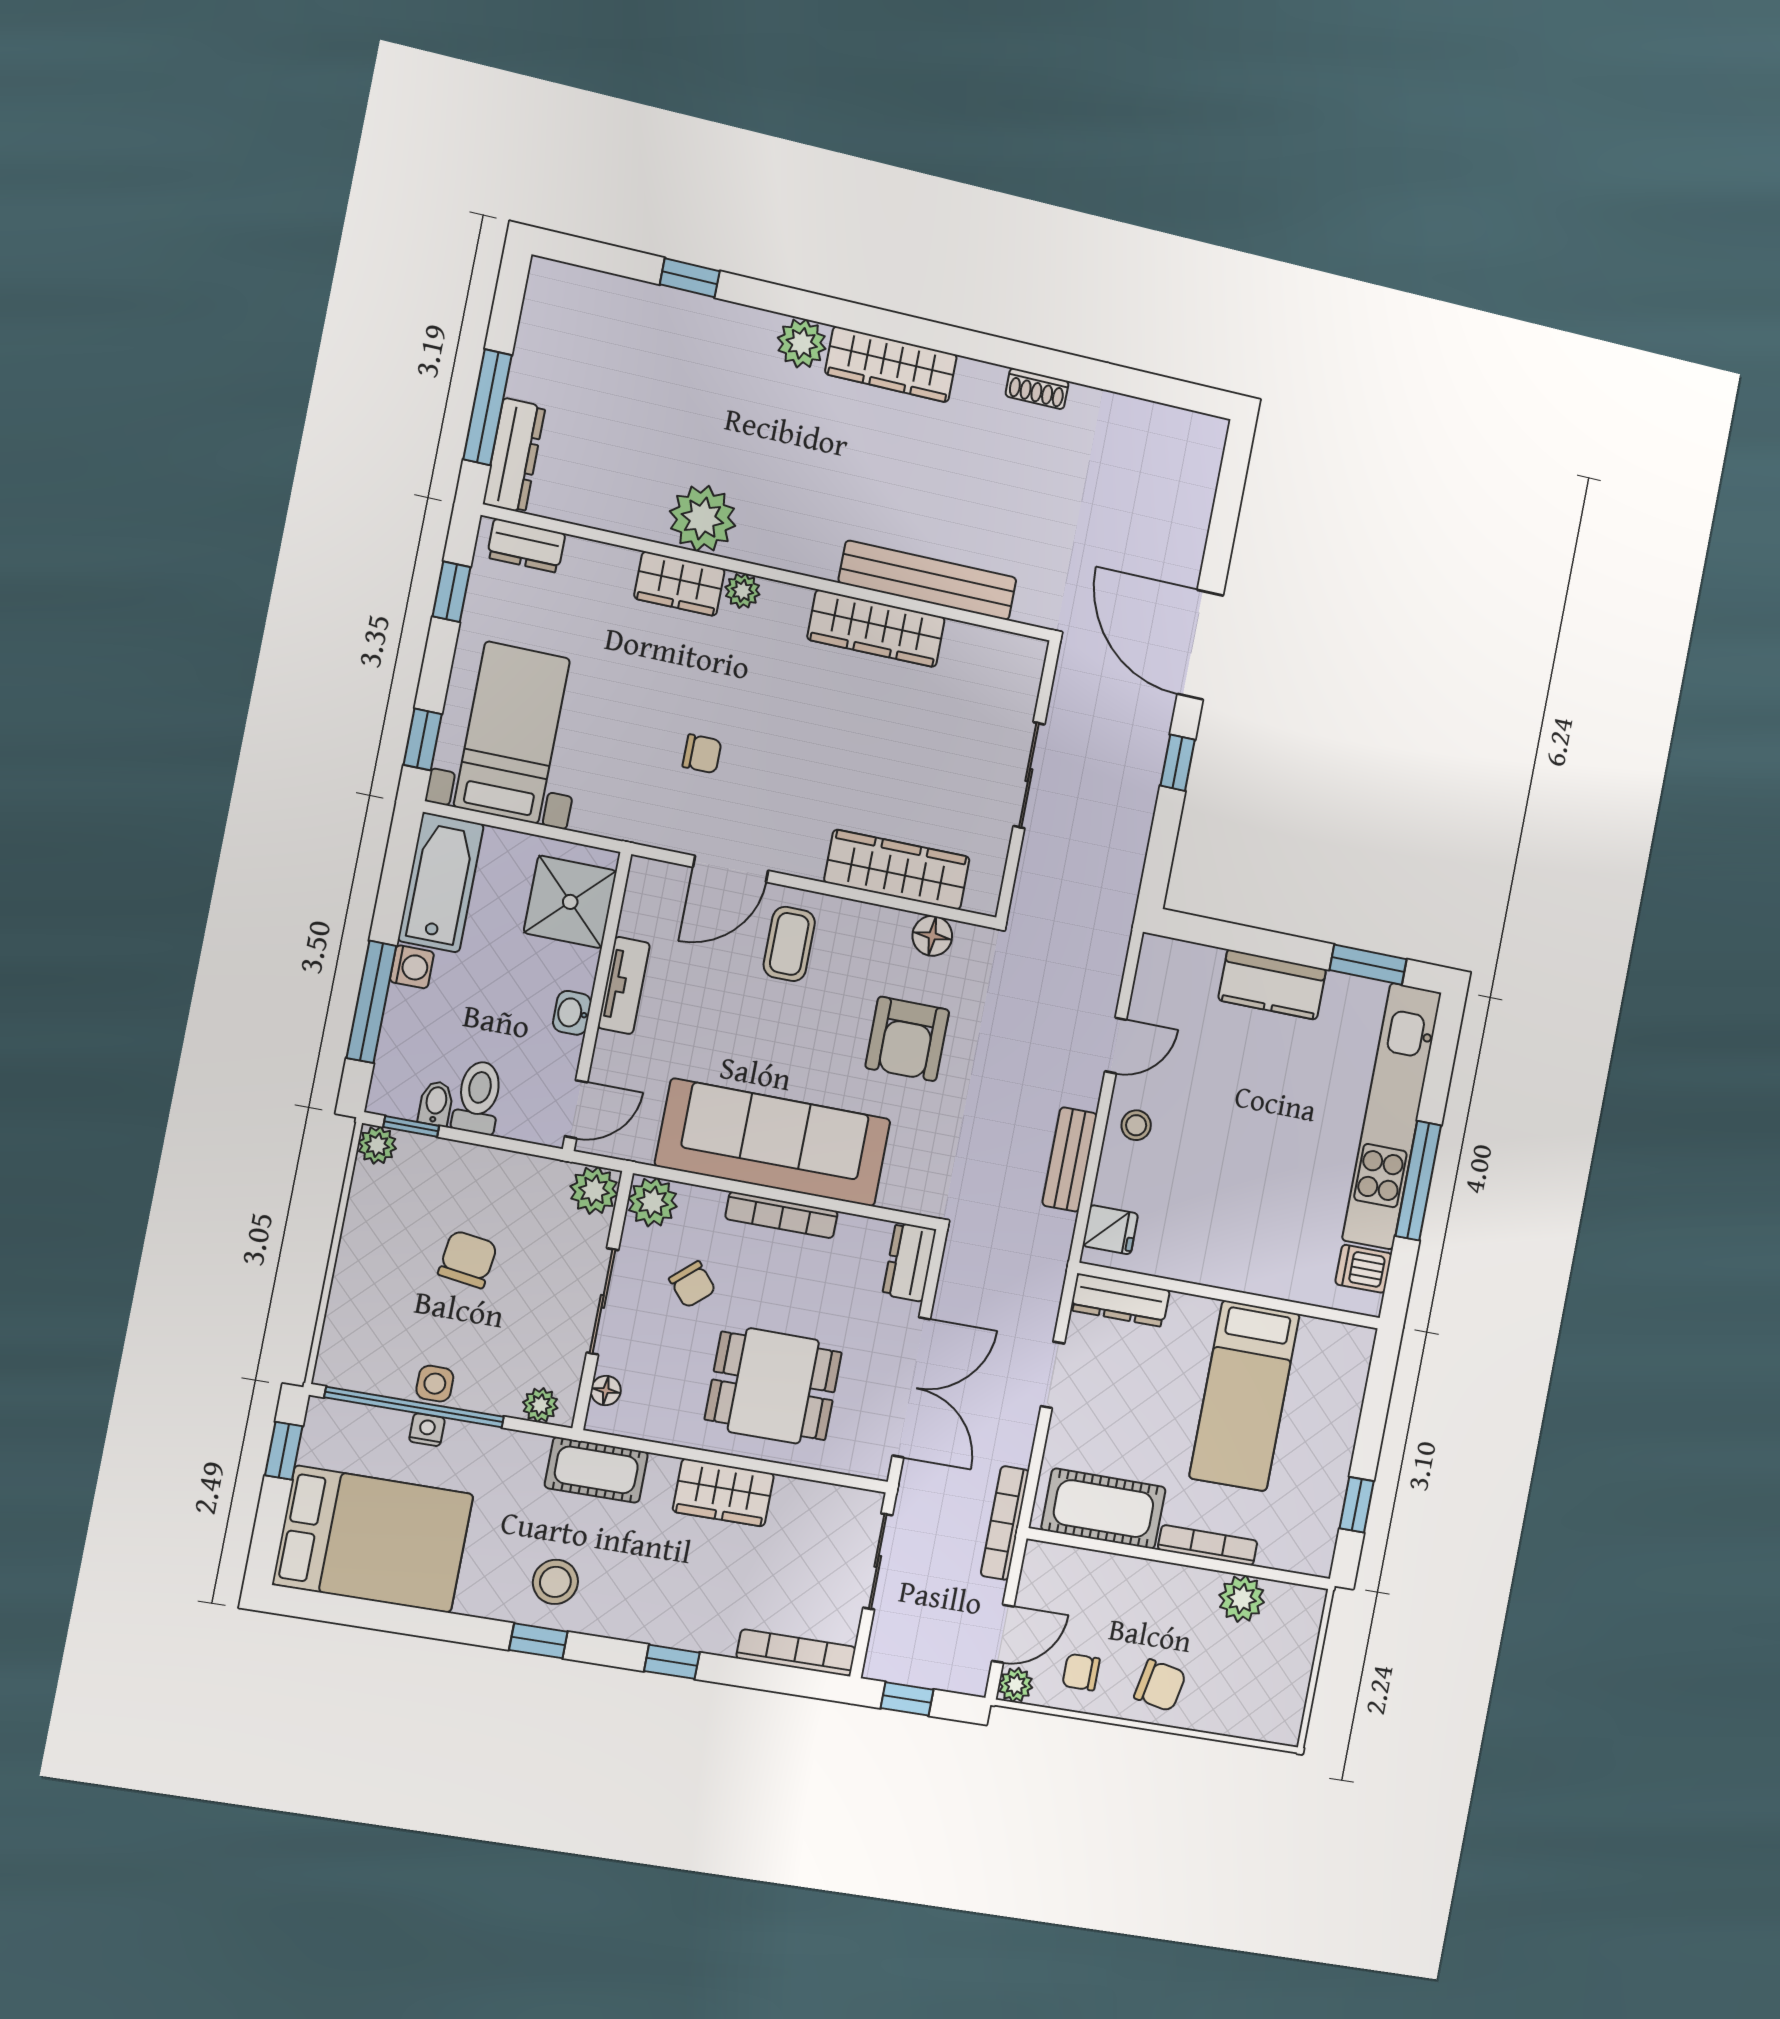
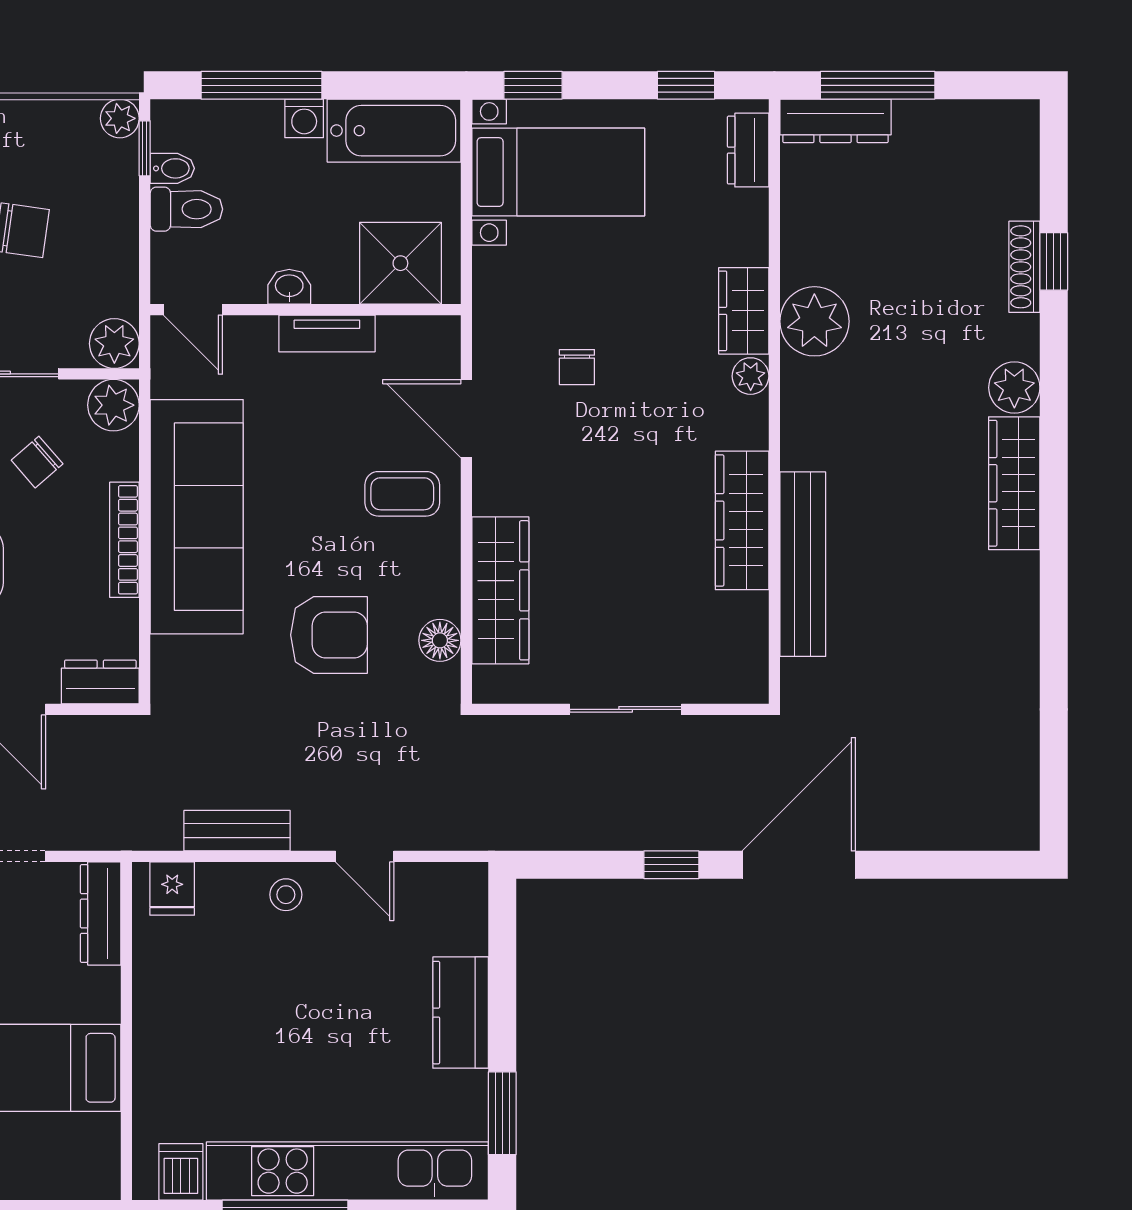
shoe rack: (1037, 389) -> (1024, 267), moved, width x1.43
armchair: (907, 1039) -> (329, 635), turned 180

